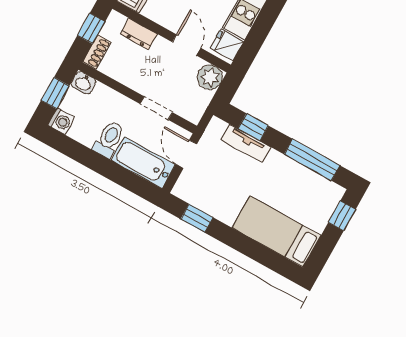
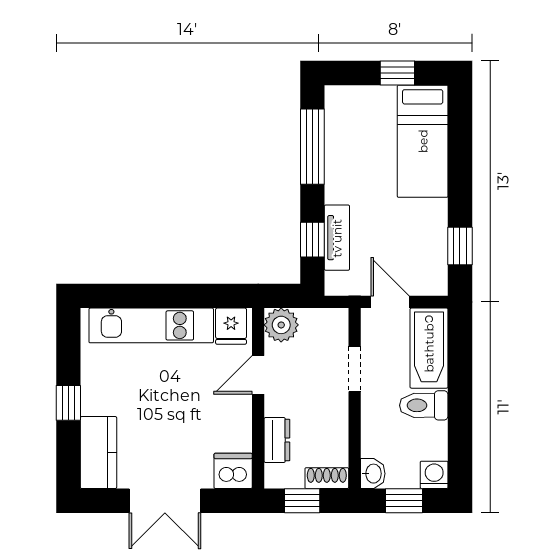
door: (186, 154) -> (390, 302), swing flipped
window: (342, 216) -> (397, 73), moved

